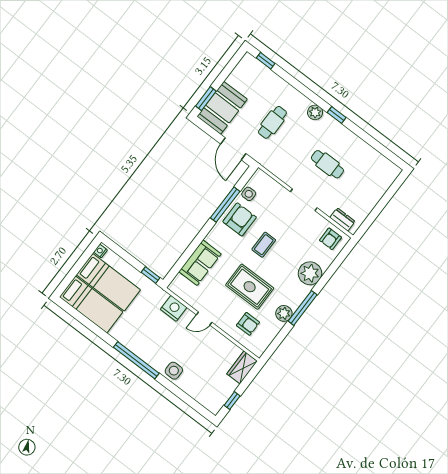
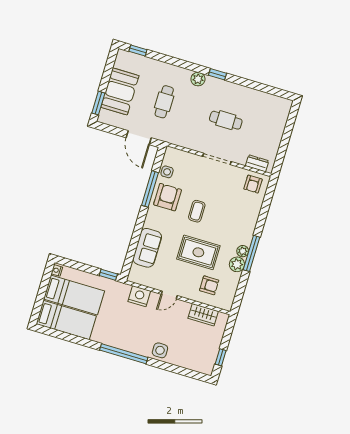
booth: (222, 108) -> (120, 91), moved
plant: (310, 273) -> (243, 251), moved, width x0.53, depth x0.53
wardrobe: (242, 368) -> (203, 315), moved, turned -90

